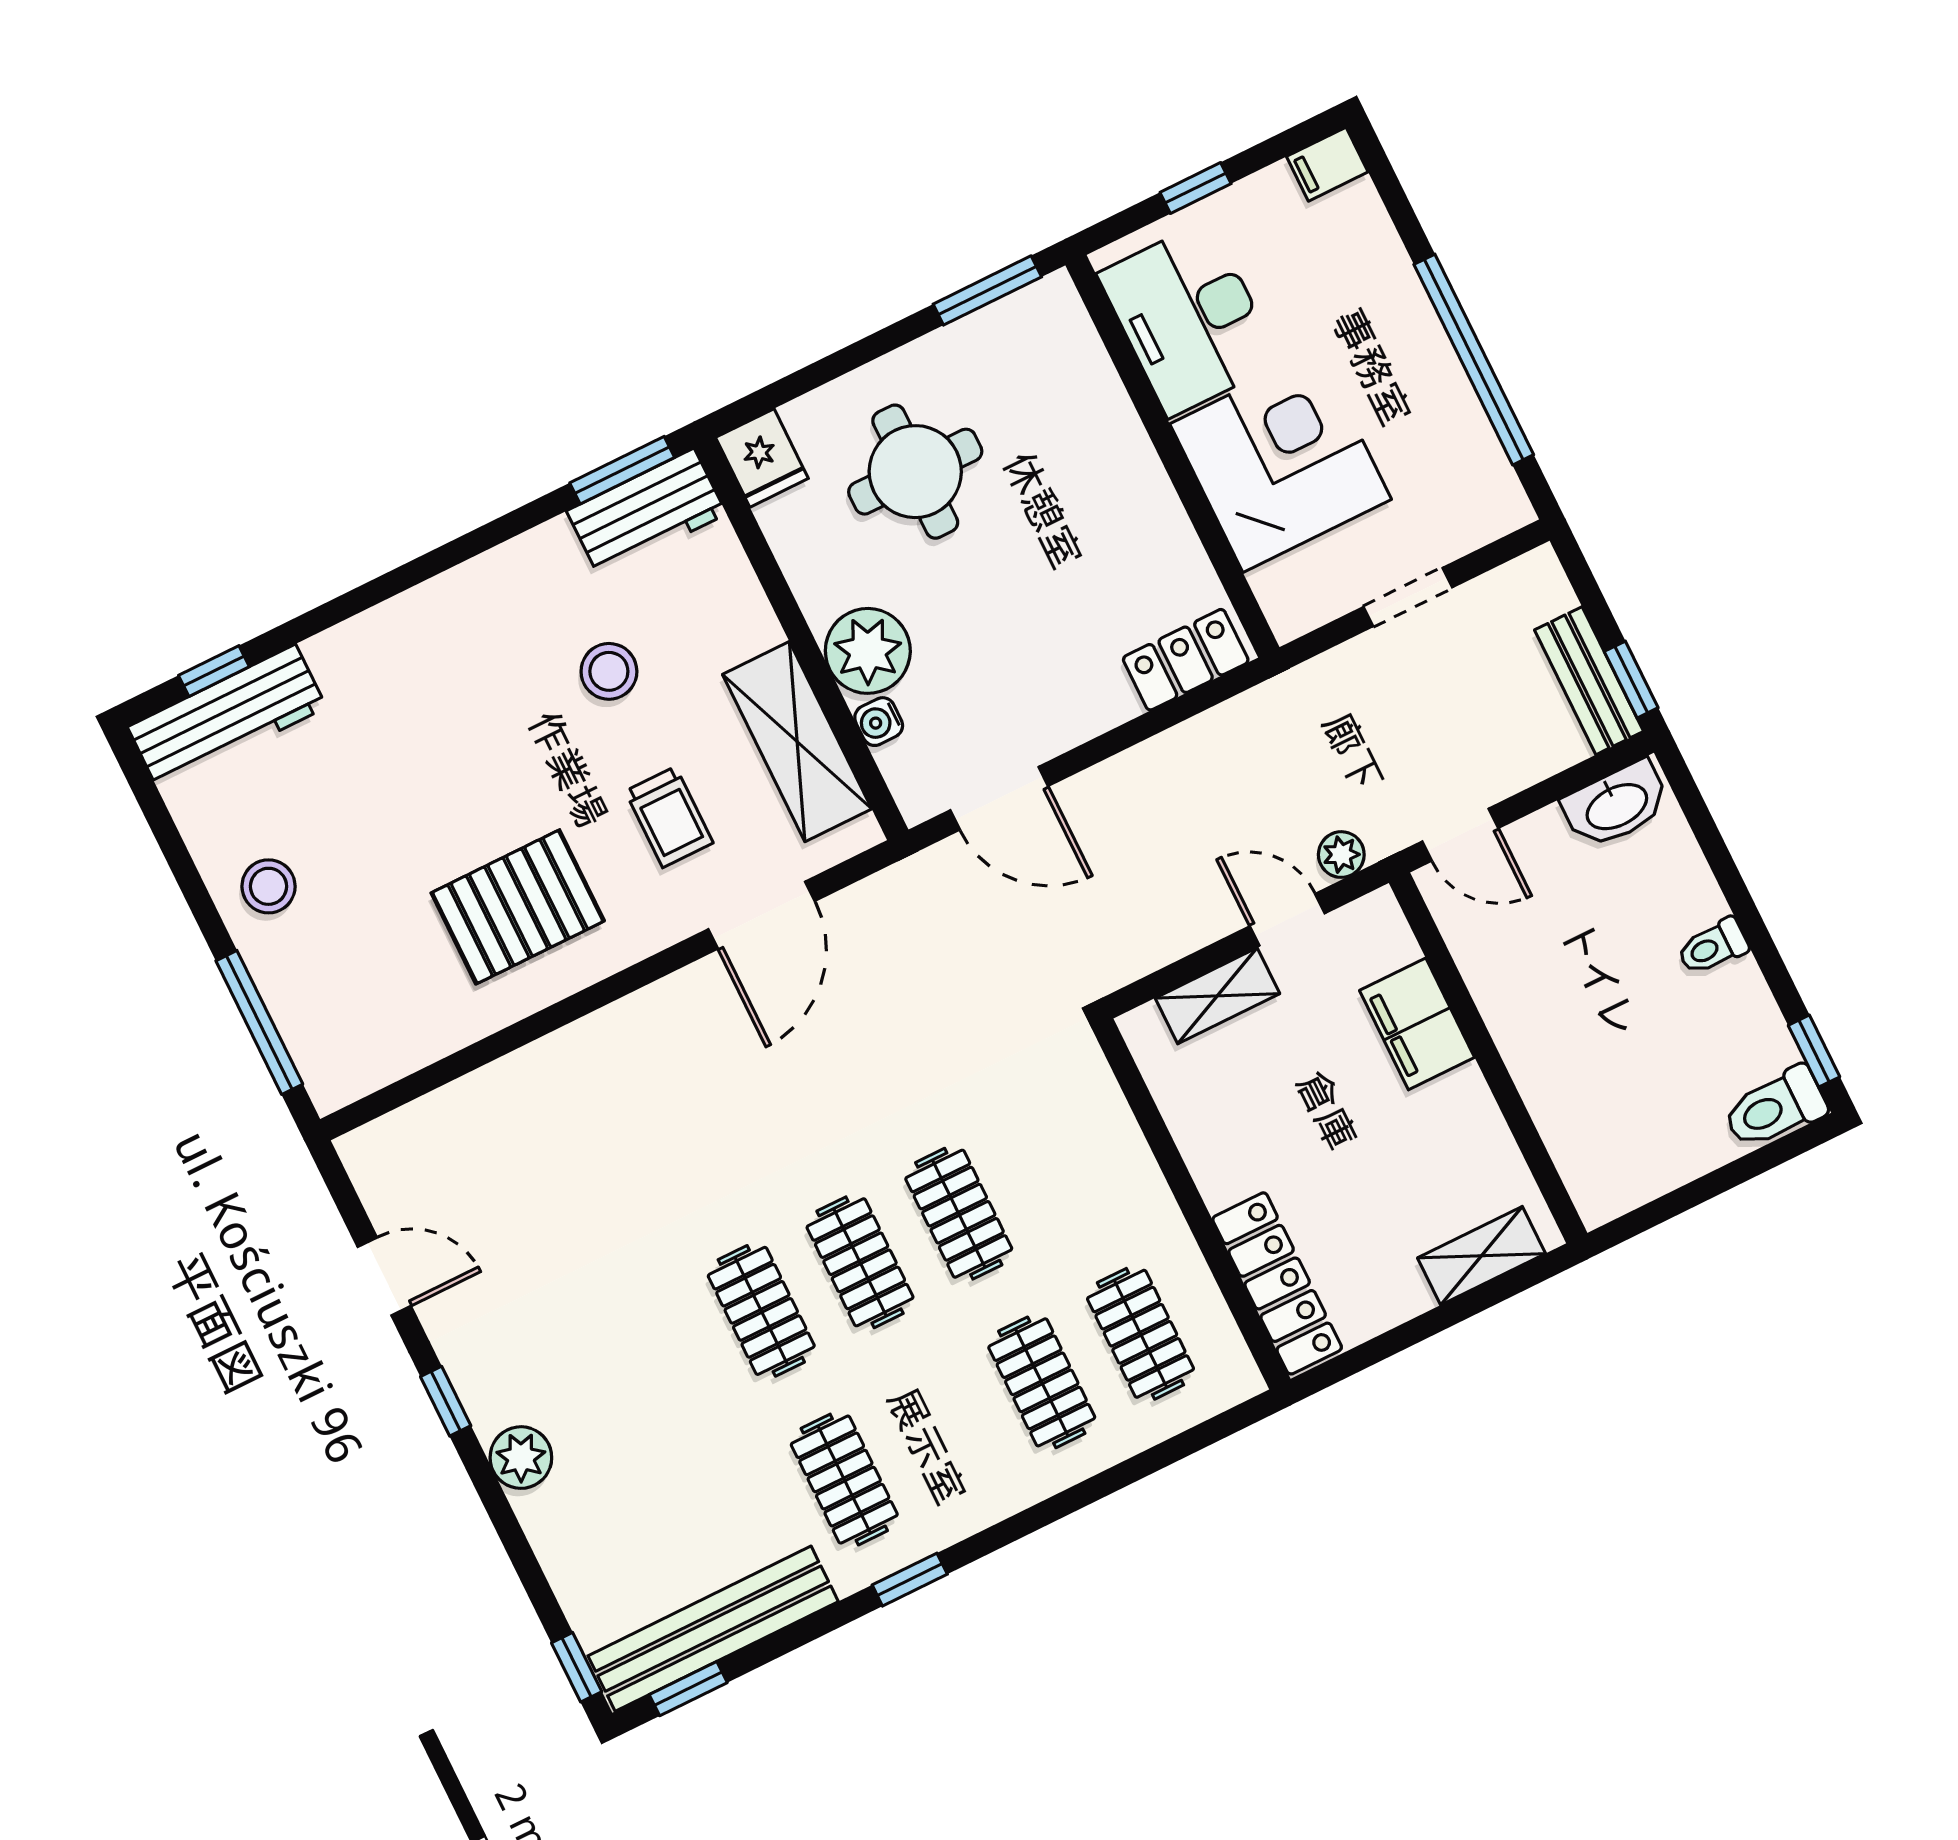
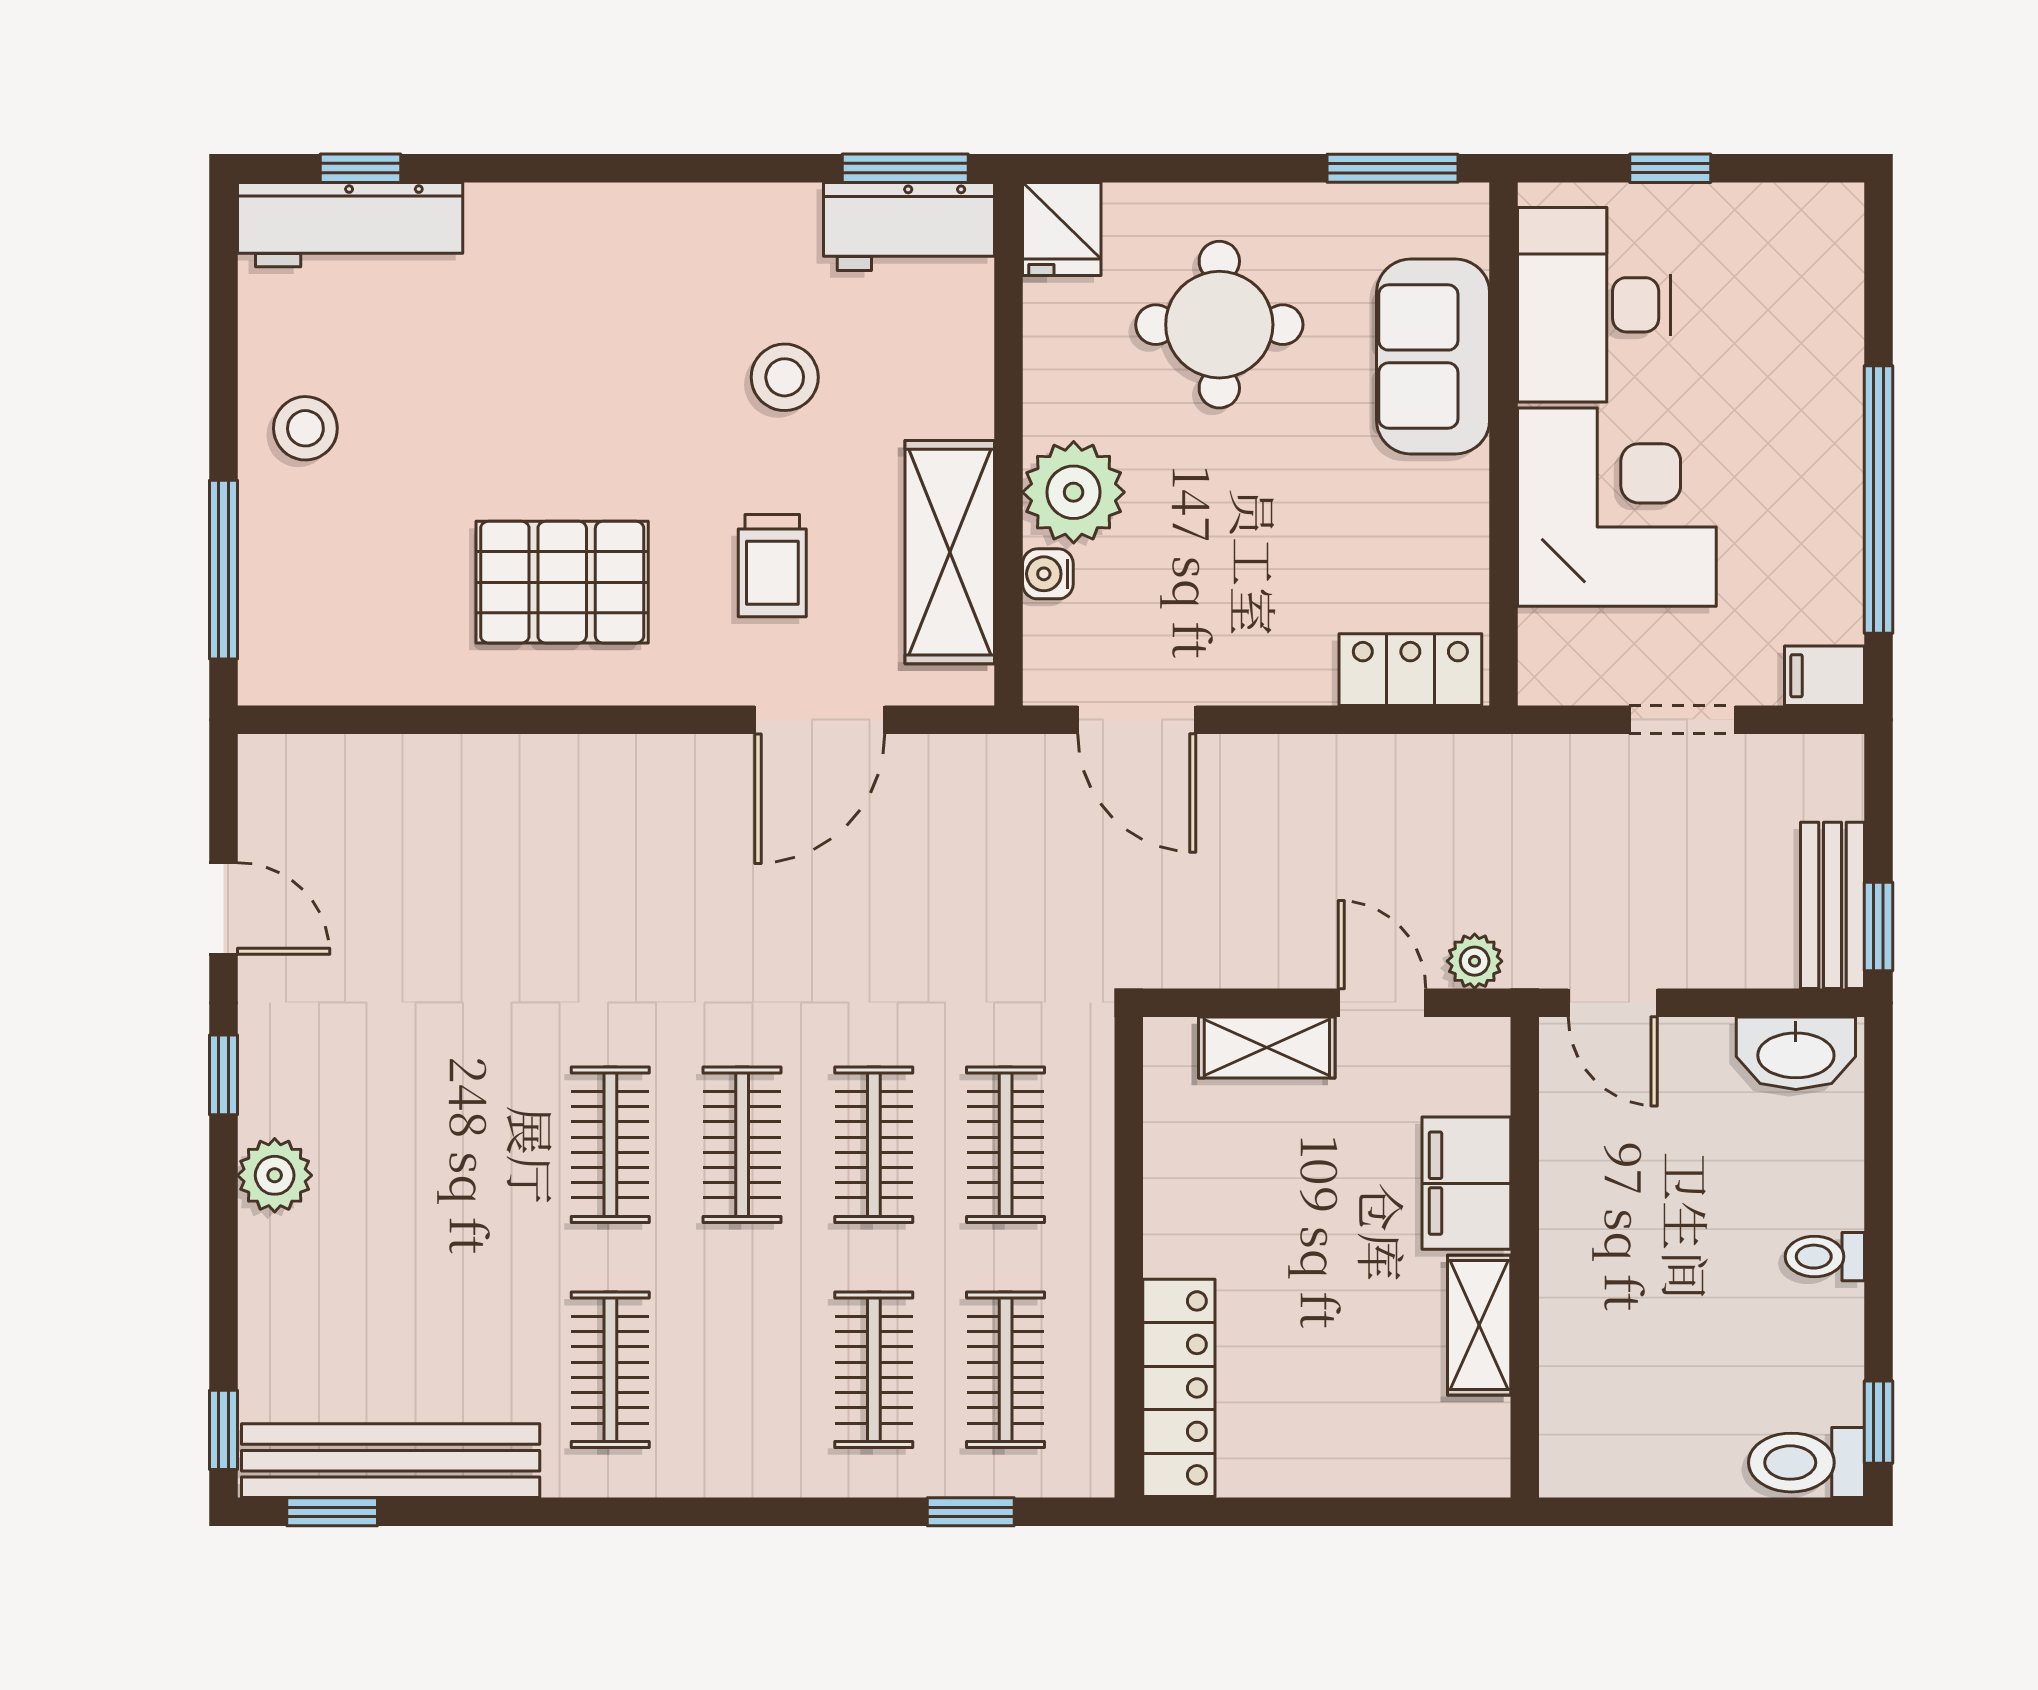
filing cabinet: (1327, 164) -> (1824, 676), moved
sofa: (1087, 417) -> (1433, 356), added
clothes rail: (1057, 1165) -> (1006, 1145), added
shelving: (1481, 1256) -> (1479, 1325), moved, turned 90
window: (910, 1580) -> (971, 1512), moved

